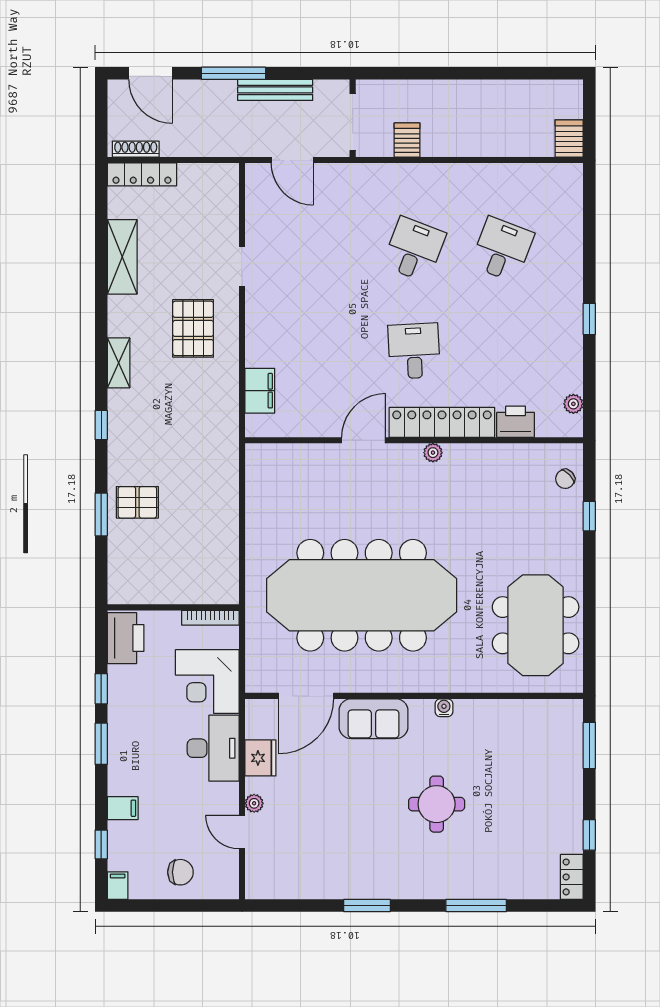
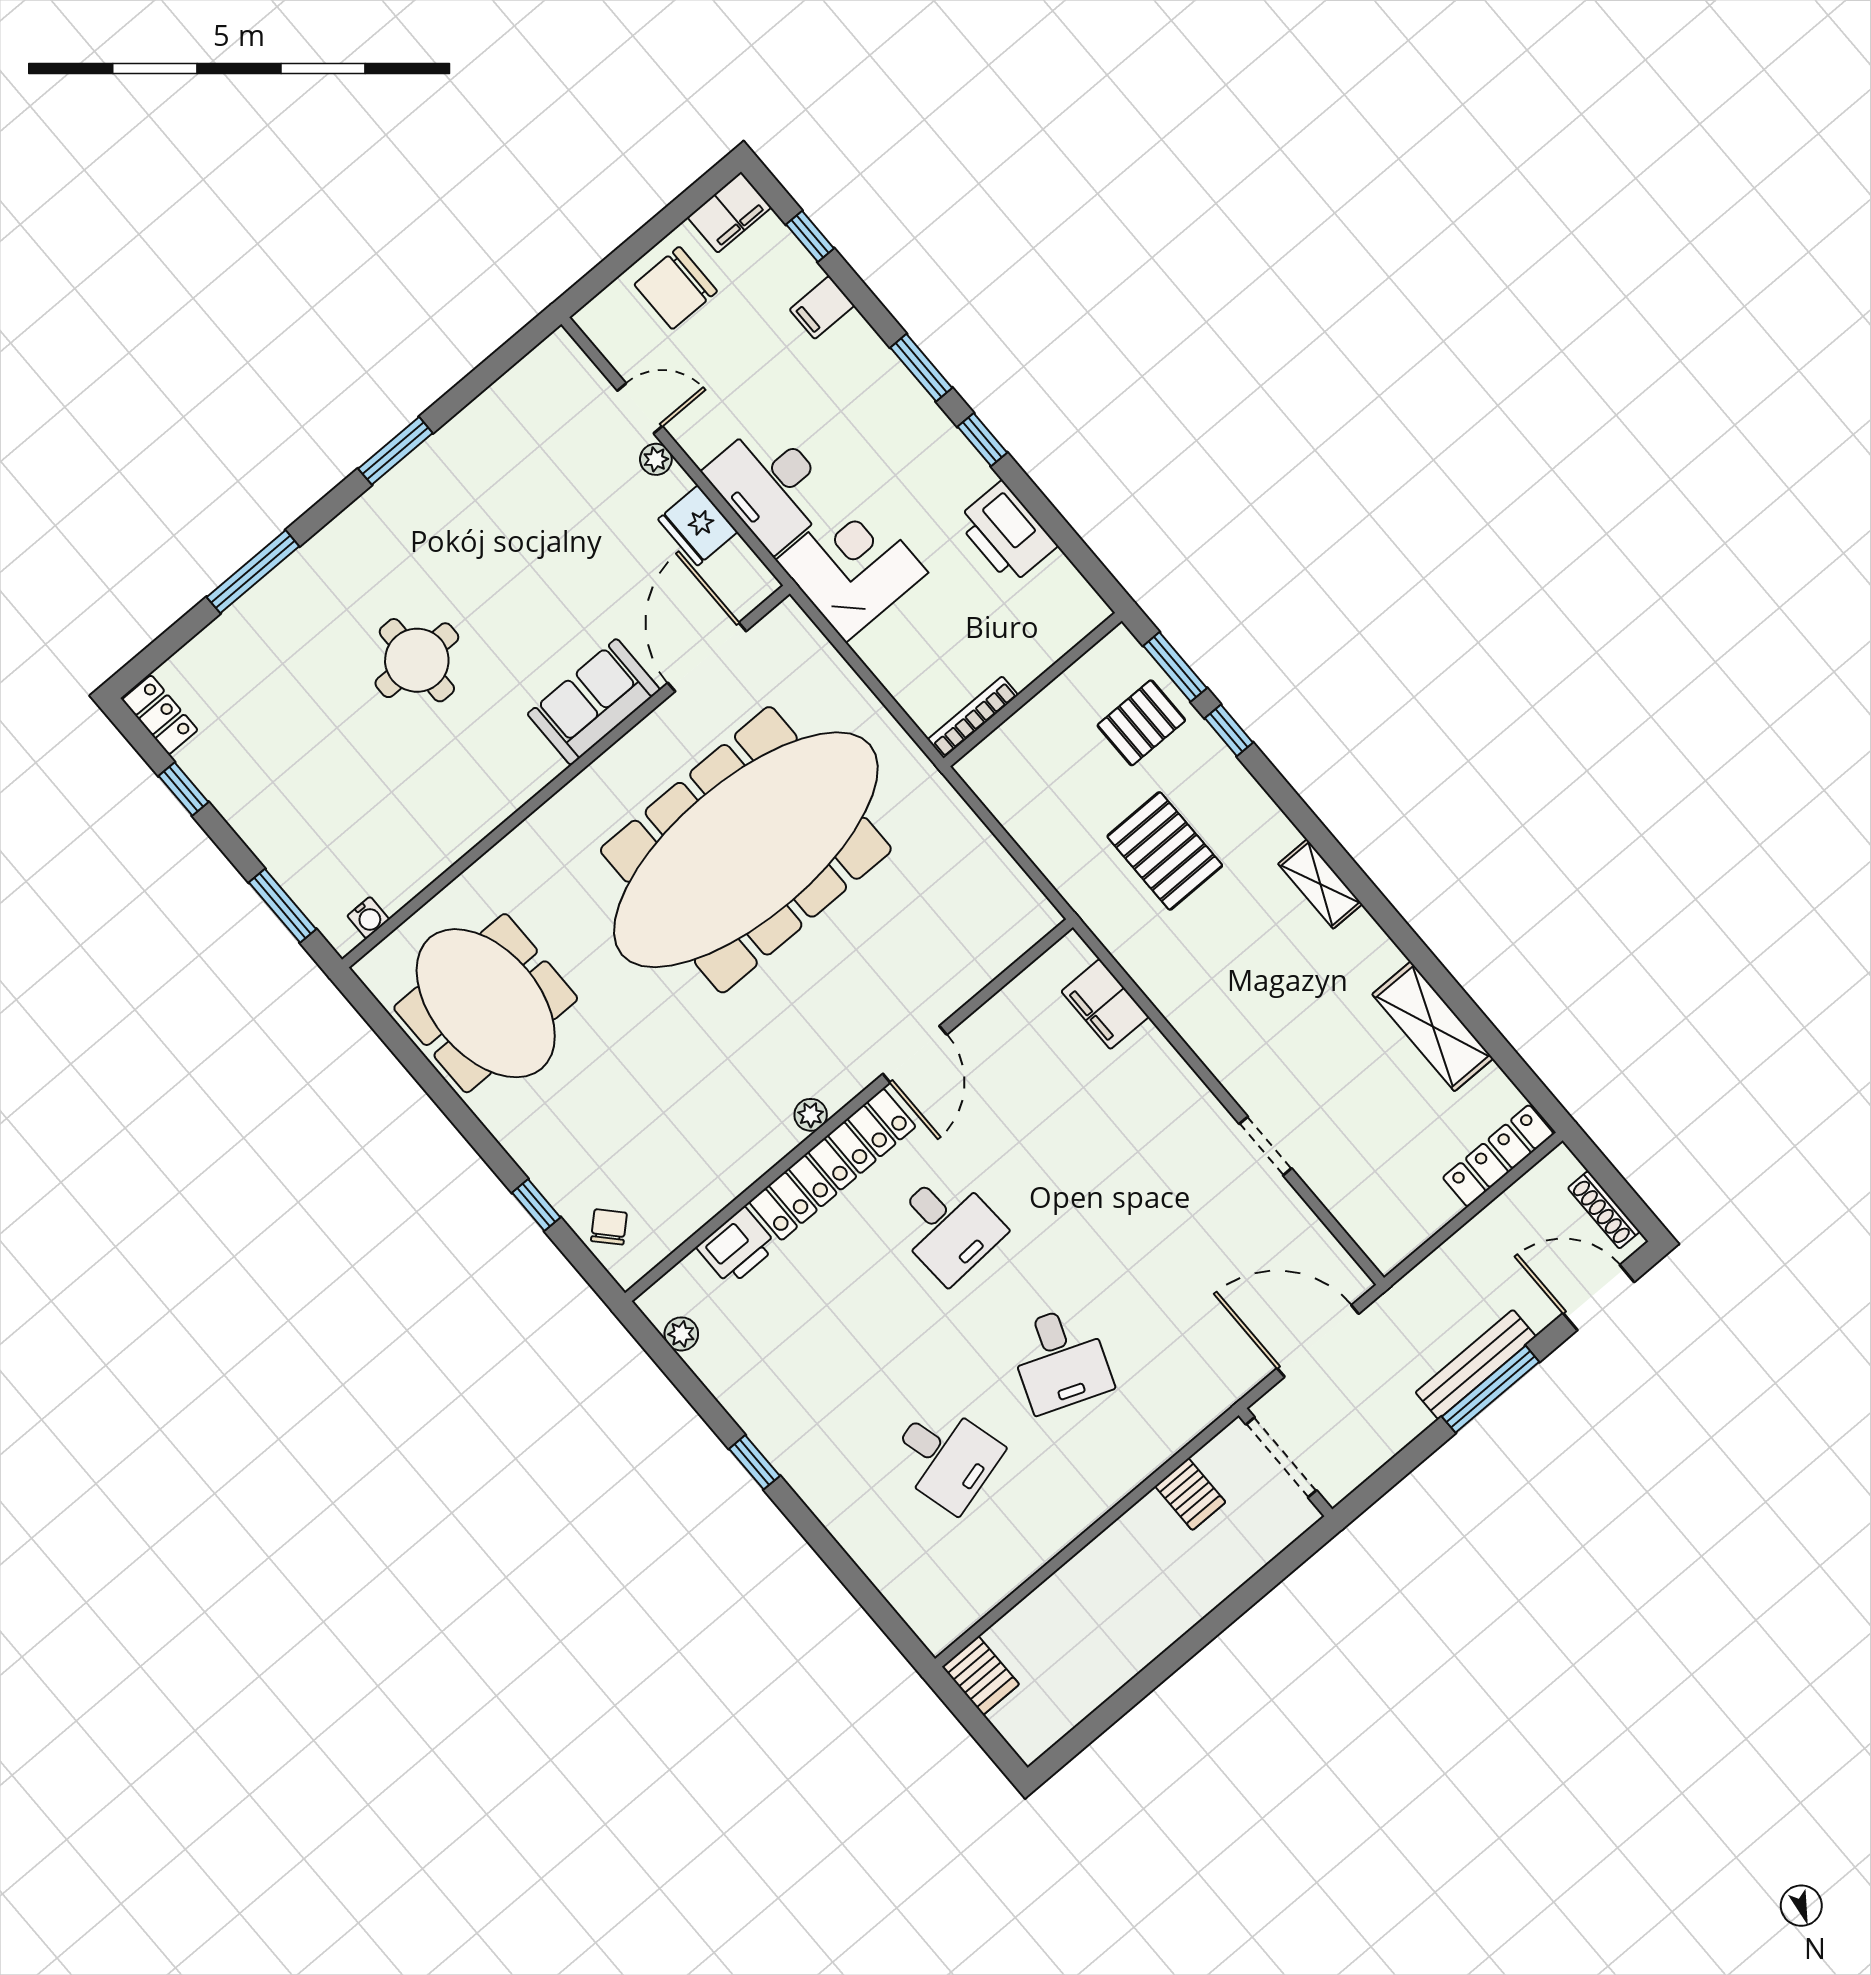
bench: (275, 90) -> (1476, 1364), moved
shoe rack: (136, 149) -> (1604, 1210), moved, turned 90
door: (292, 160) -> (1318, 1341), width x1.36
desk: (502, 249) -> (945, 1457), turned -36
pallet: (193, 328) -> (1165, 851), moved
window: (101, 425) -> (1229, 730), moved
wall: (173, 607) -> (1033, 690), moved
bookcase: (210, 618) -> (973, 717), moved
water cooler: (444, 708) -> (368, 918), moved
chair: (180, 872) -> (676, 288), width x1.37, depth x1.37
filing cabinet: (118, 886) -> (729, 212), width x2.00

